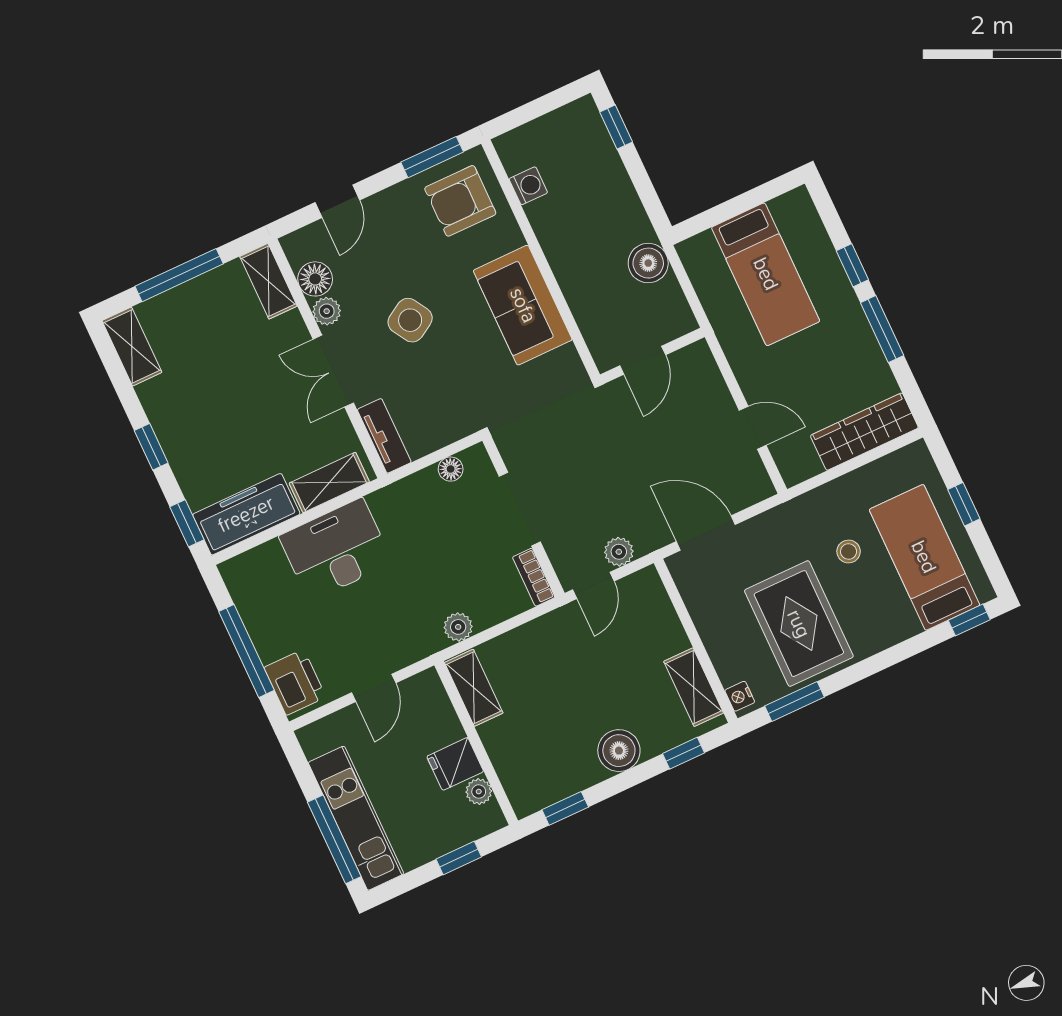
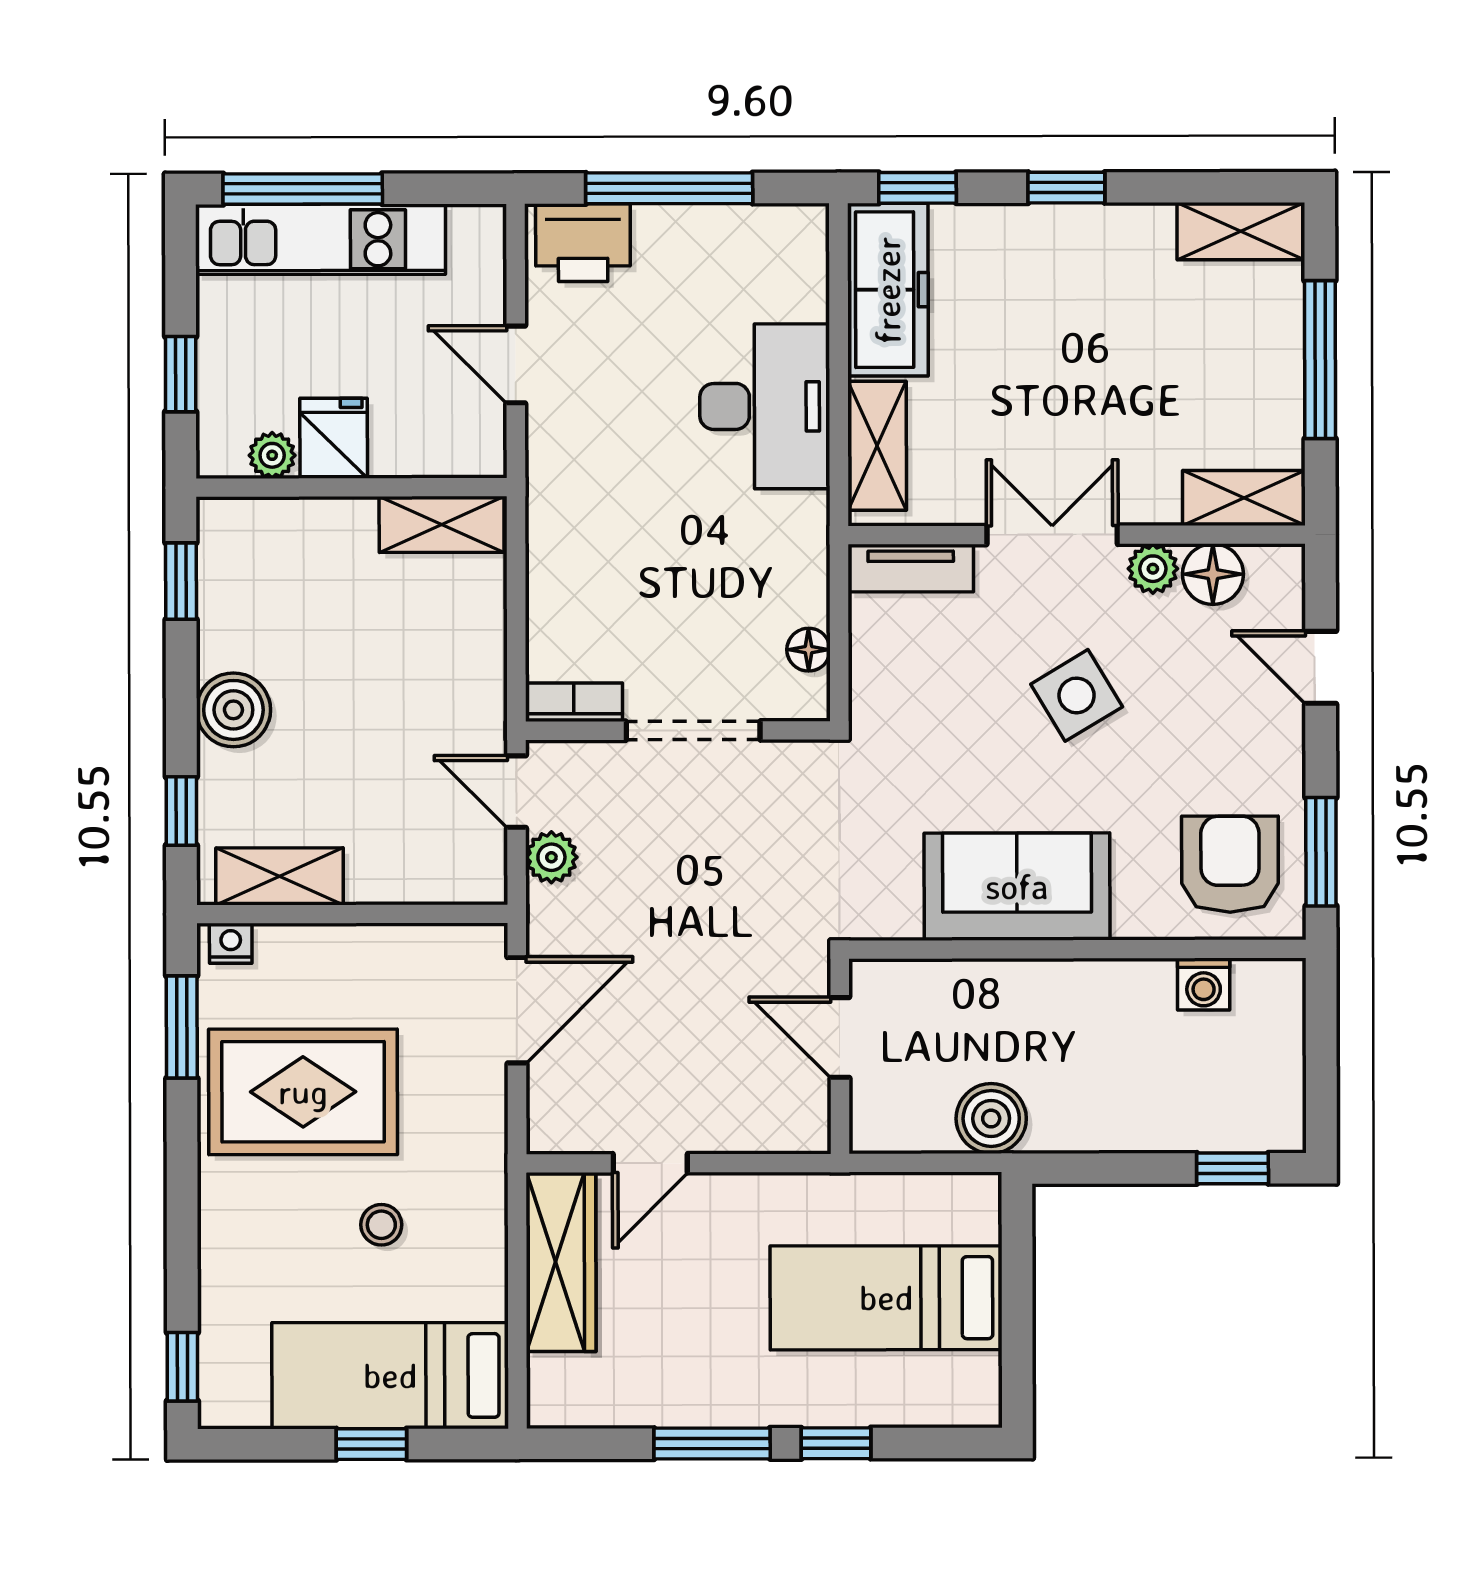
wardrobe: (864, 432) -> (561, 1262), moved
bed: (924, 557) -> (390, 1376), moved, turned 180
plant: (458, 627) -> (550, 545), removed

